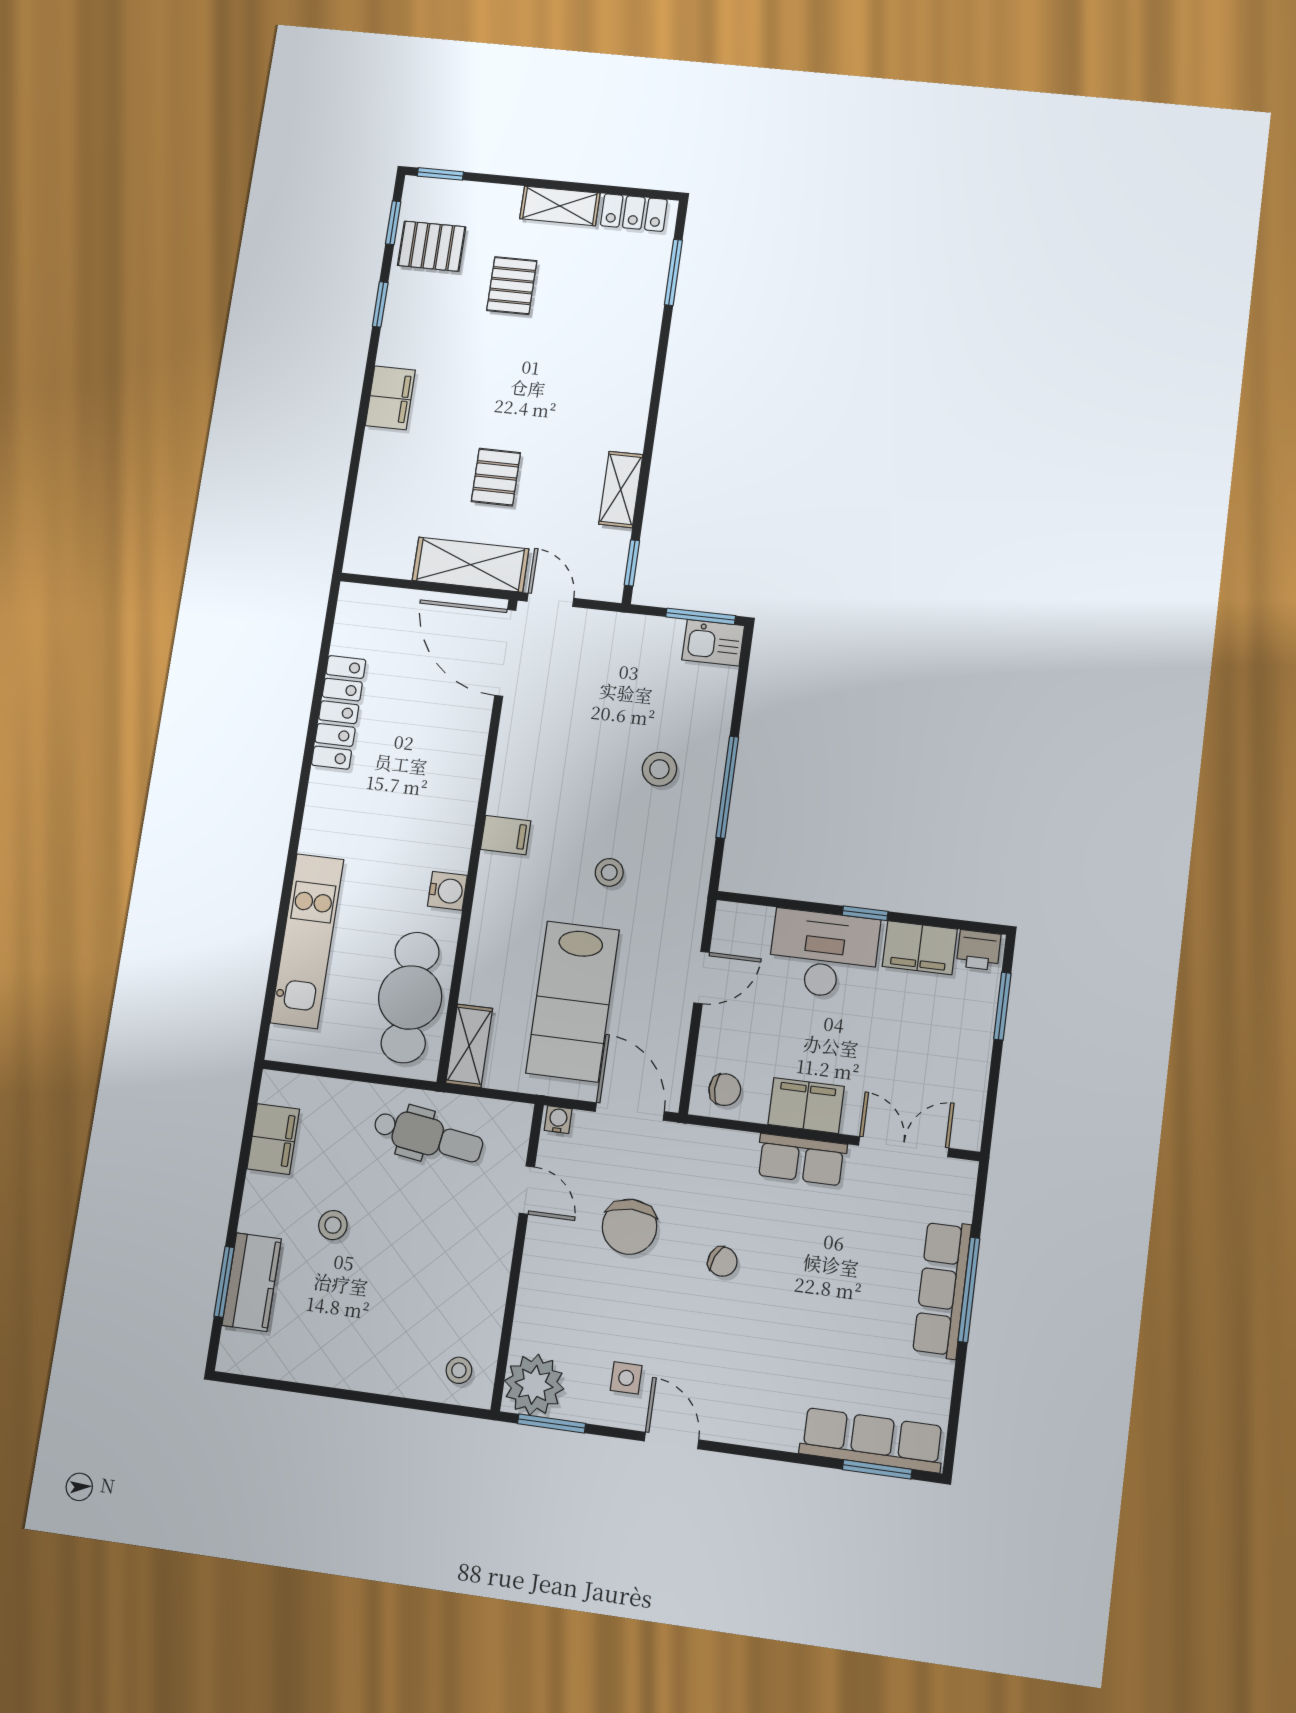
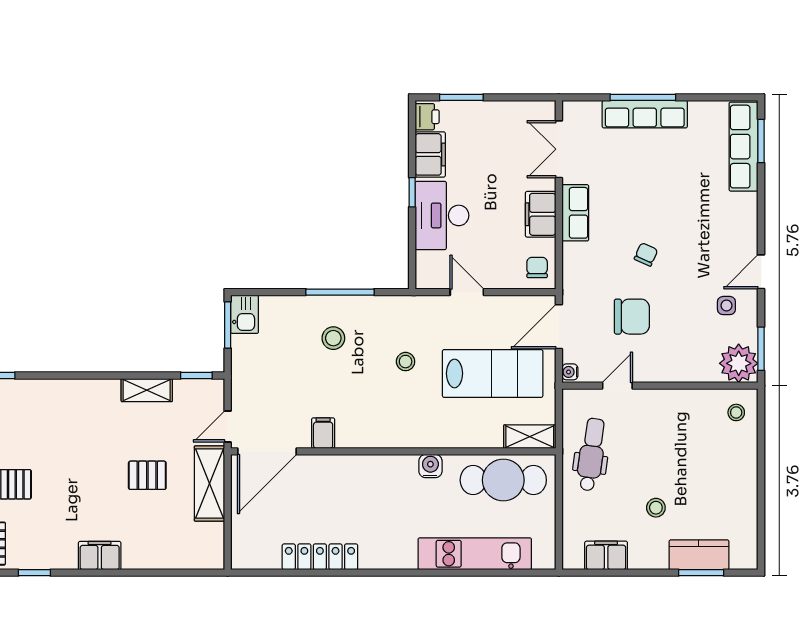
filing cabinet: (506, 835) -> (323, 433), moved

